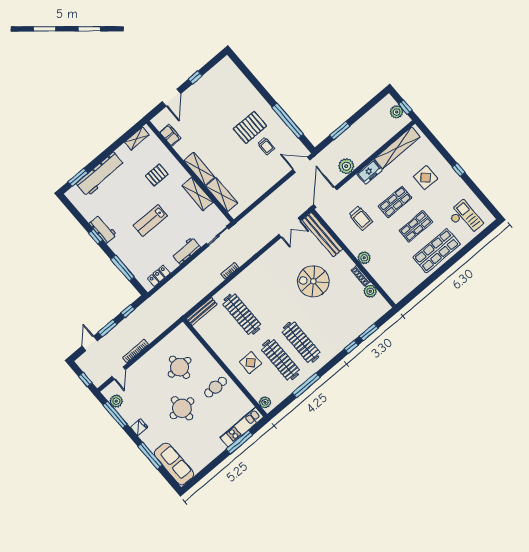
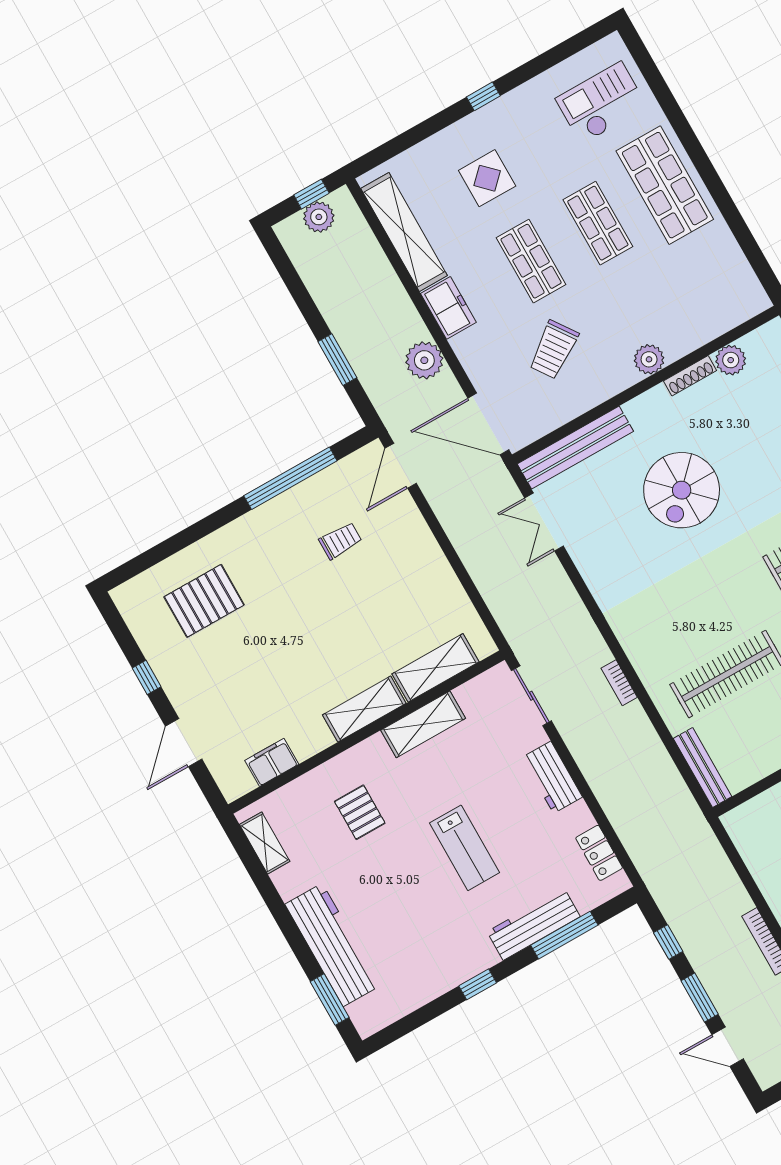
door: (171, 98) -> (184, 743), swing flipped
pallet: (250, 127) -> (204, 601), moved, turned 90
trolley: (361, 218) -> (554, 350), turned 145
double door: (290, 228) -> (544, 522), swing flipped
workbench: (103, 229) -> (534, 924), moved, width x1.38

